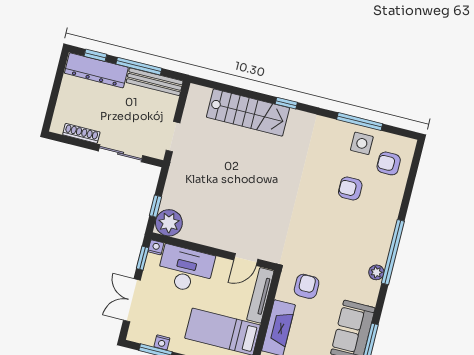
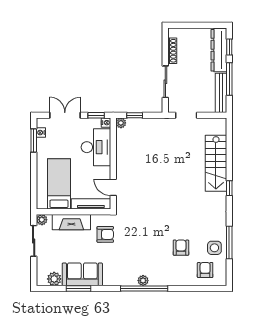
plant: (169, 223) -> (121, 123), width x0.53, depth x0.53
plant: (376, 272) -> (143, 281), moved
nightstand: (162, 342) -> (41, 133), moved

